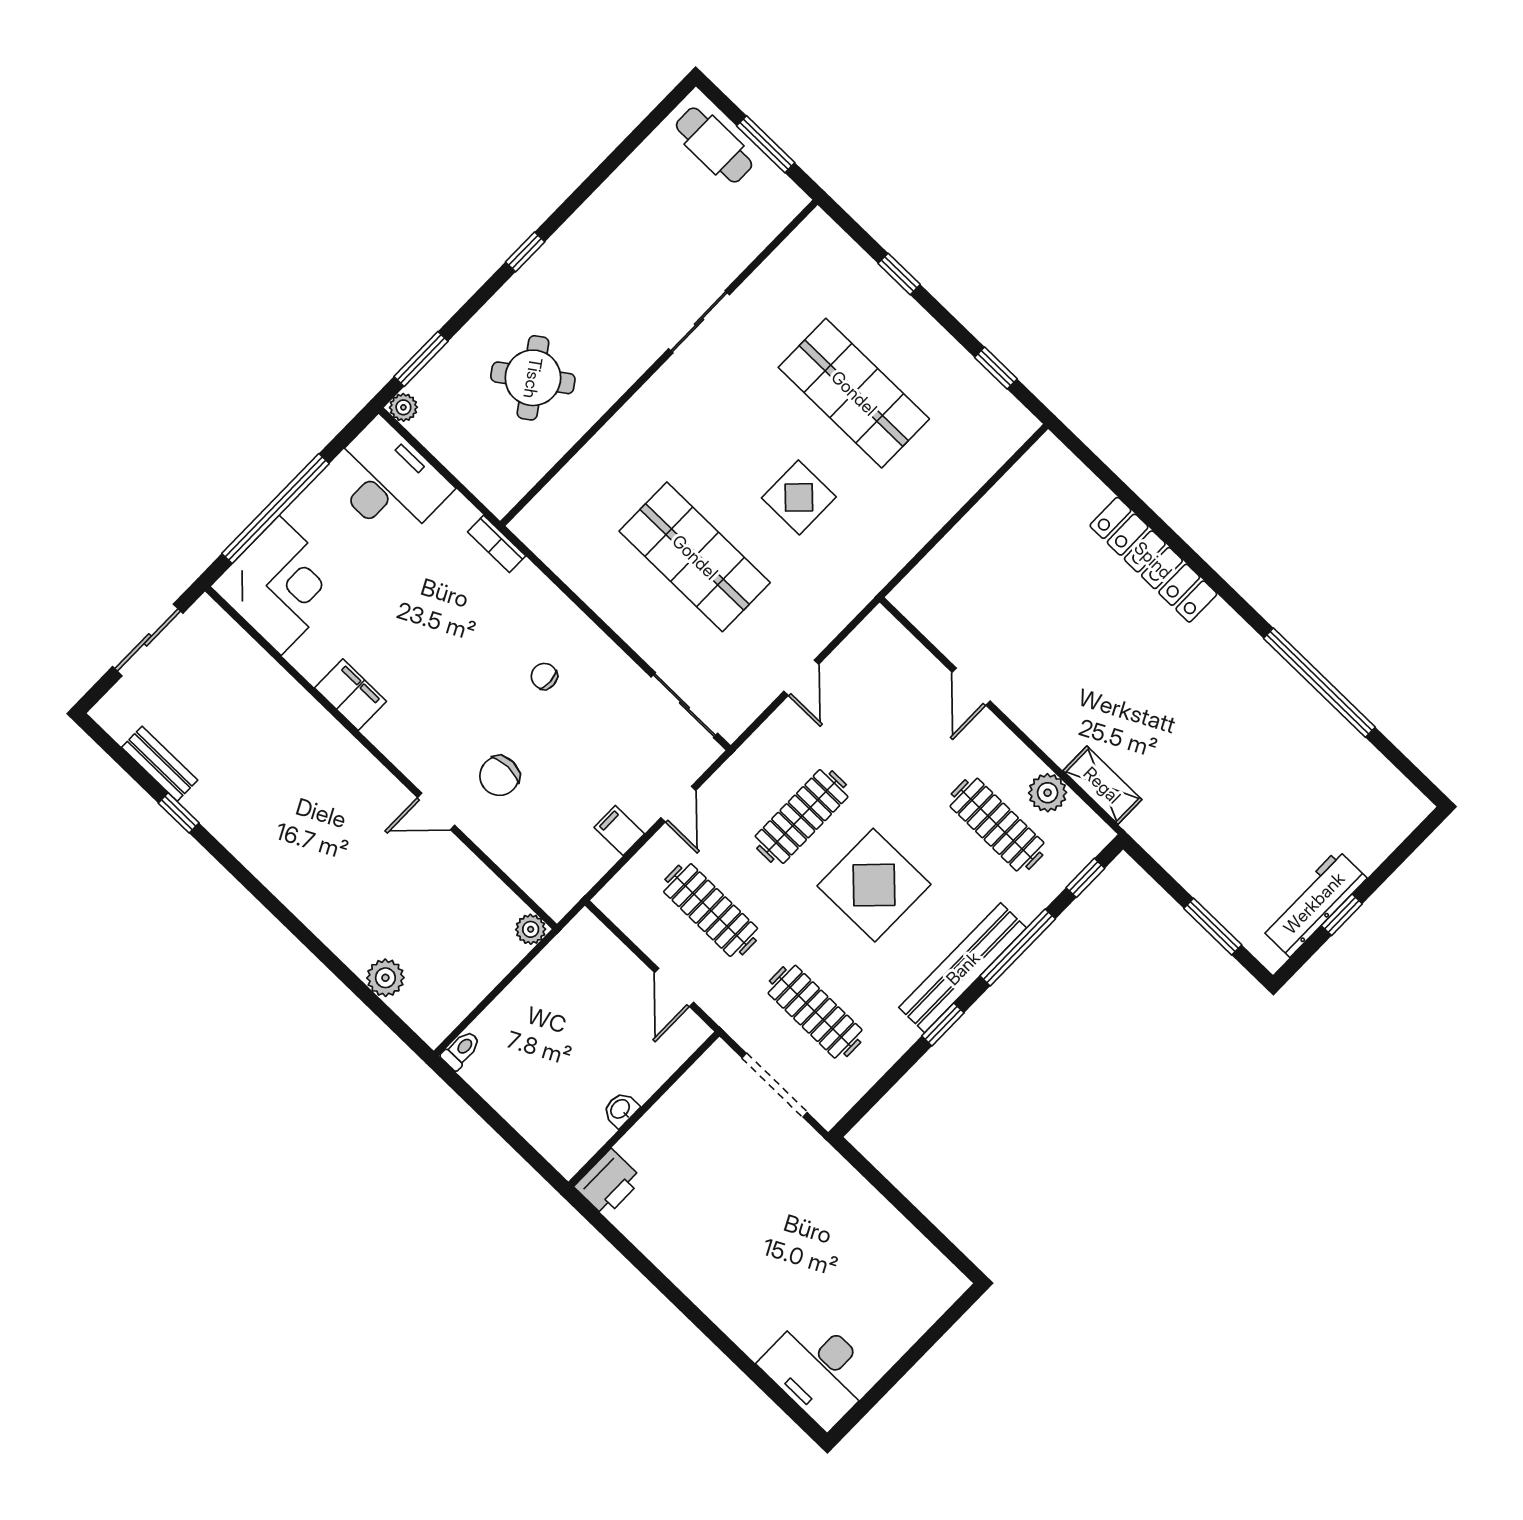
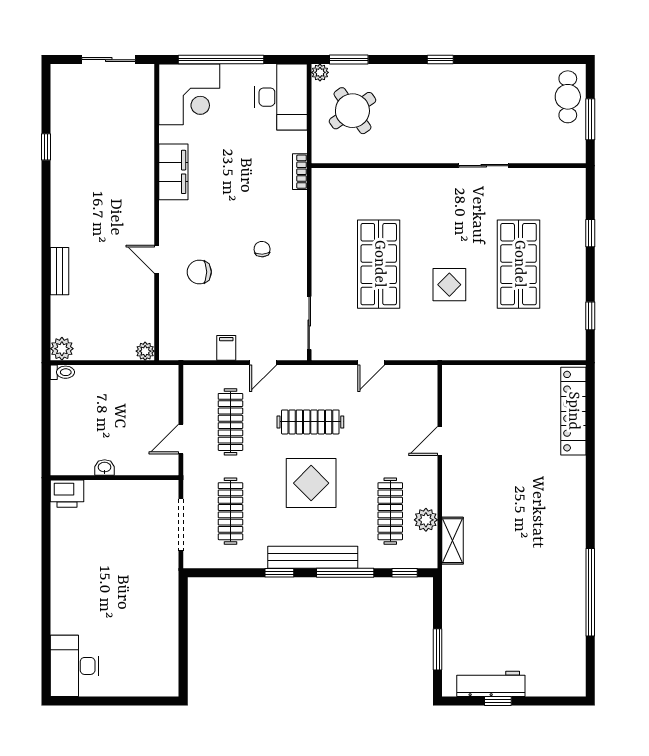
round table: (533, 378) -> (352, 111), moved
locker: (1153, 560) -> (573, 411), moved
filing cabinet: (351, 695) -> (173, 172), width x1.50, depth x1.17
bench: (160, 764) -> (59, 271), moved
plant: (385, 978) -> (62, 349), moved

